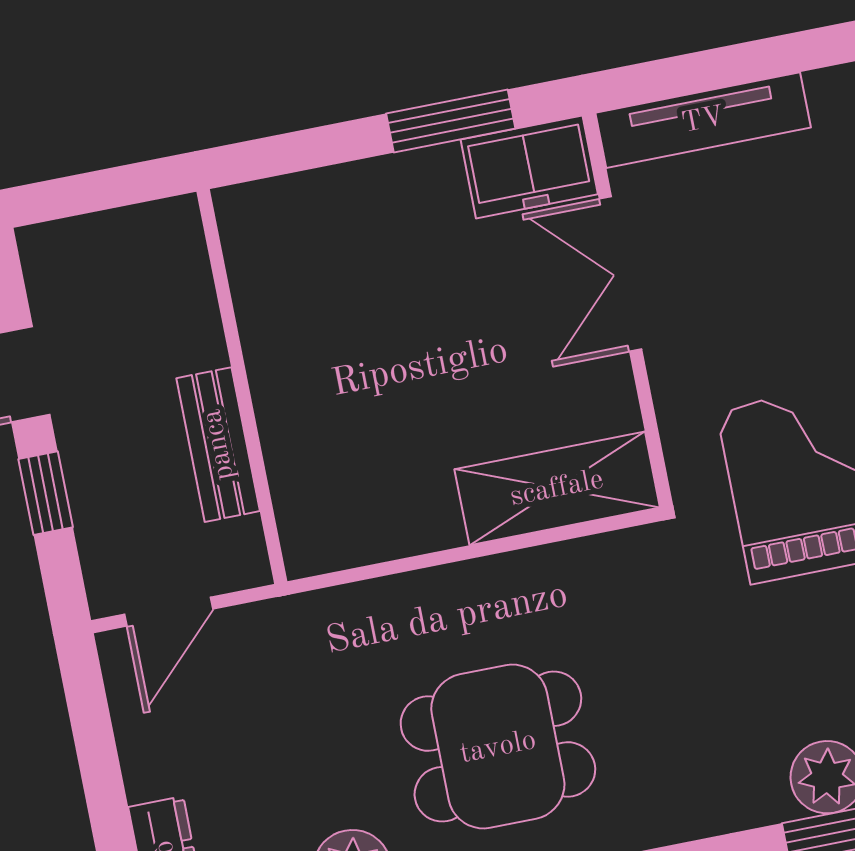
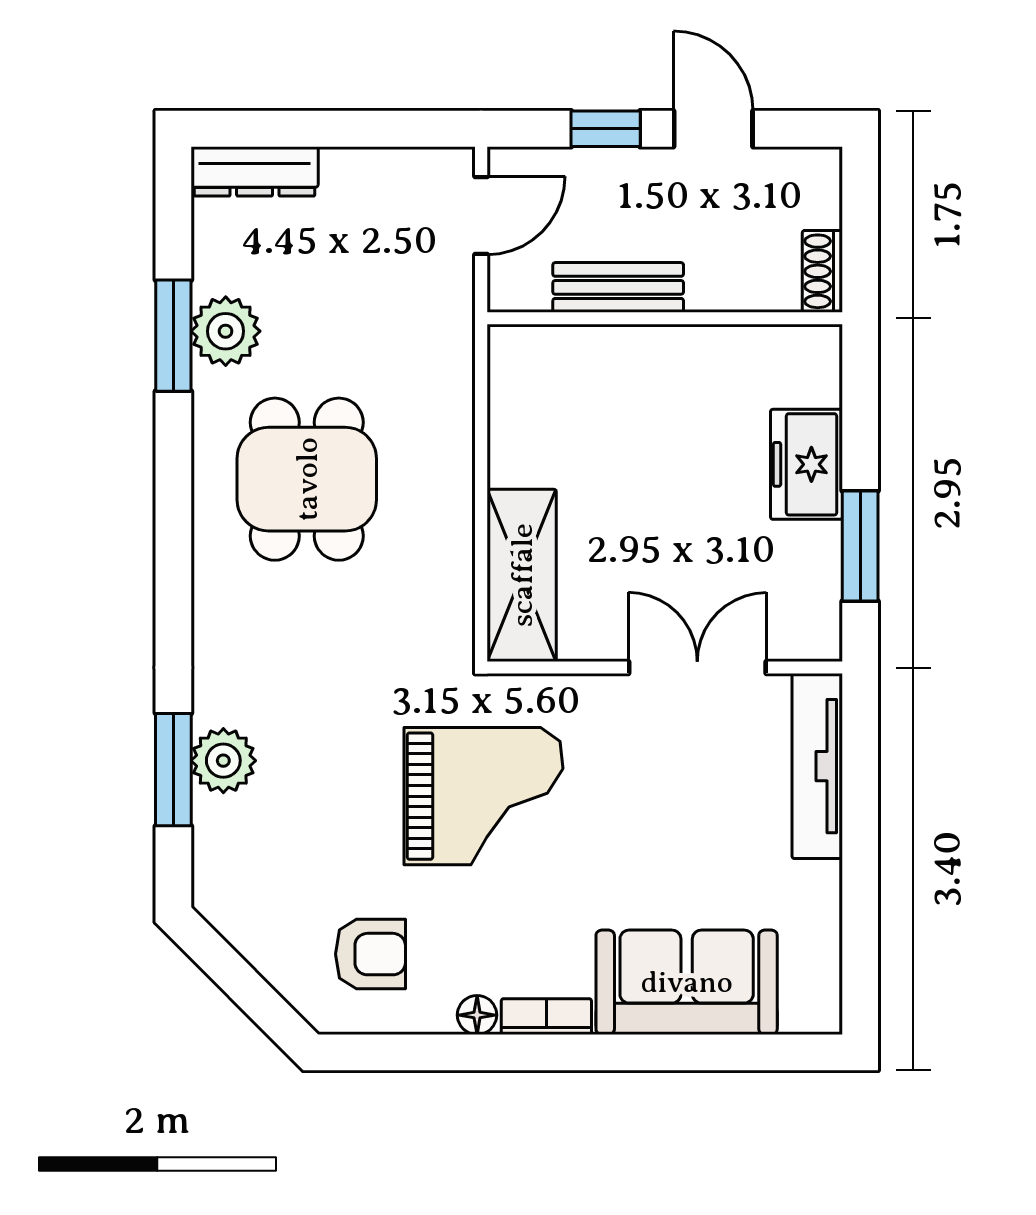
freezer: (529, 167) -> (806, 464), moved
shoe rack: (156, 223) -> (822, 271), added
door: (169, 612) -> (481, 216), swing flipped

